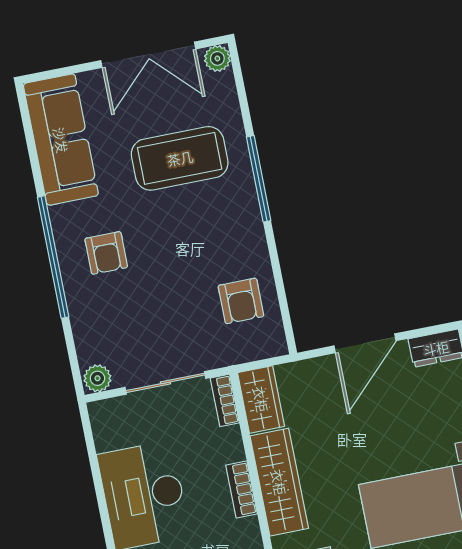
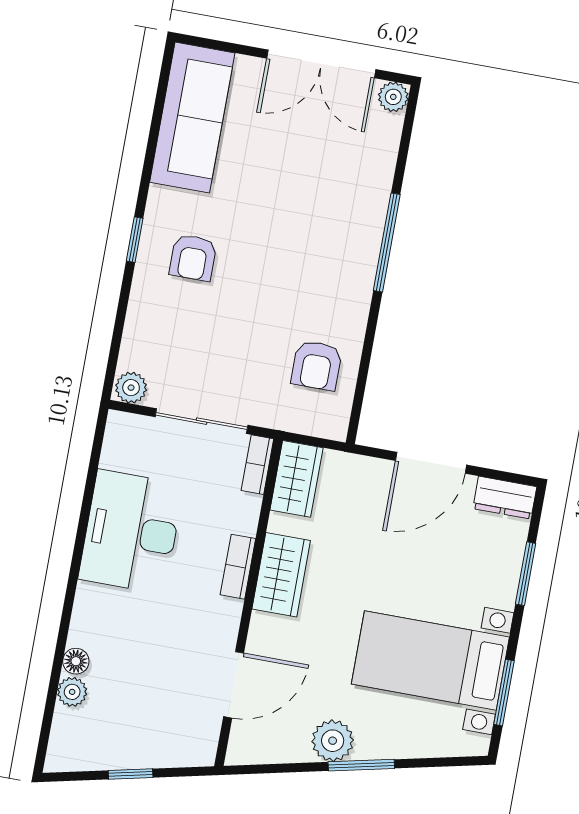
coffee table: (180, 158) -> (311, 188), removed
window: (53, 257) -> (135, 240), width x0.32
wardrobe: (279, 482) -> (281, 575), width x0.67

